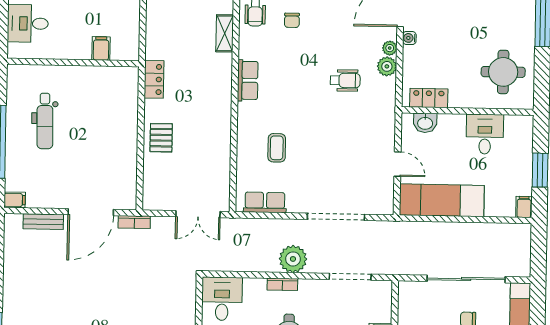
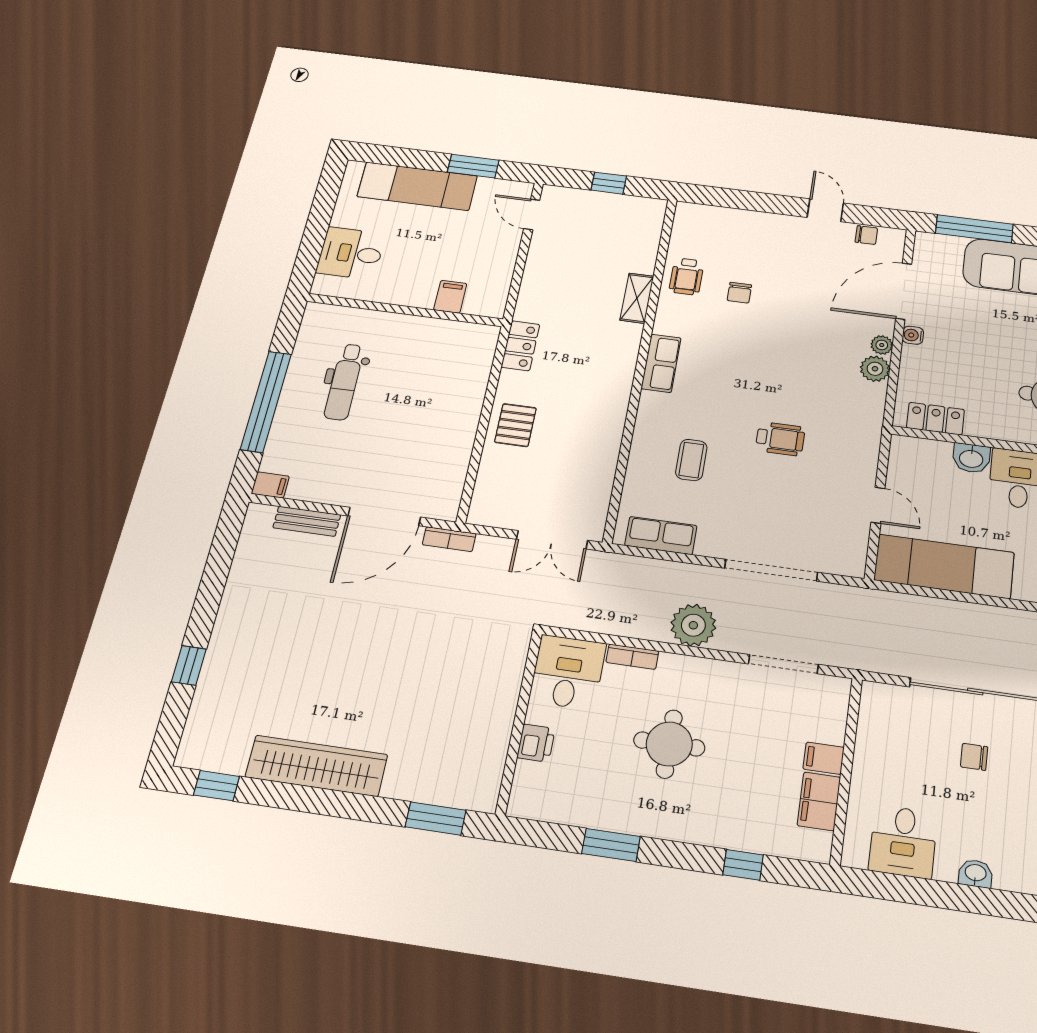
wheelchair: (345, 80) -> (780, 439), moved
washbasin: (425, 123) -> (971, 458), moved
bookcase: (282, 284) -> (632, 657), moved

